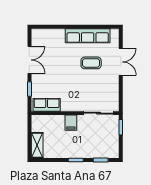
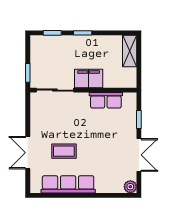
plant: (37, 34) -> (130, 187), added
double door: (29, 60) -> (139, 155), swing flipped
row of seats: (47, 105) -> (106, 100), moved
filing cabinet: (71, 123) -> (89, 79), width x2.00

